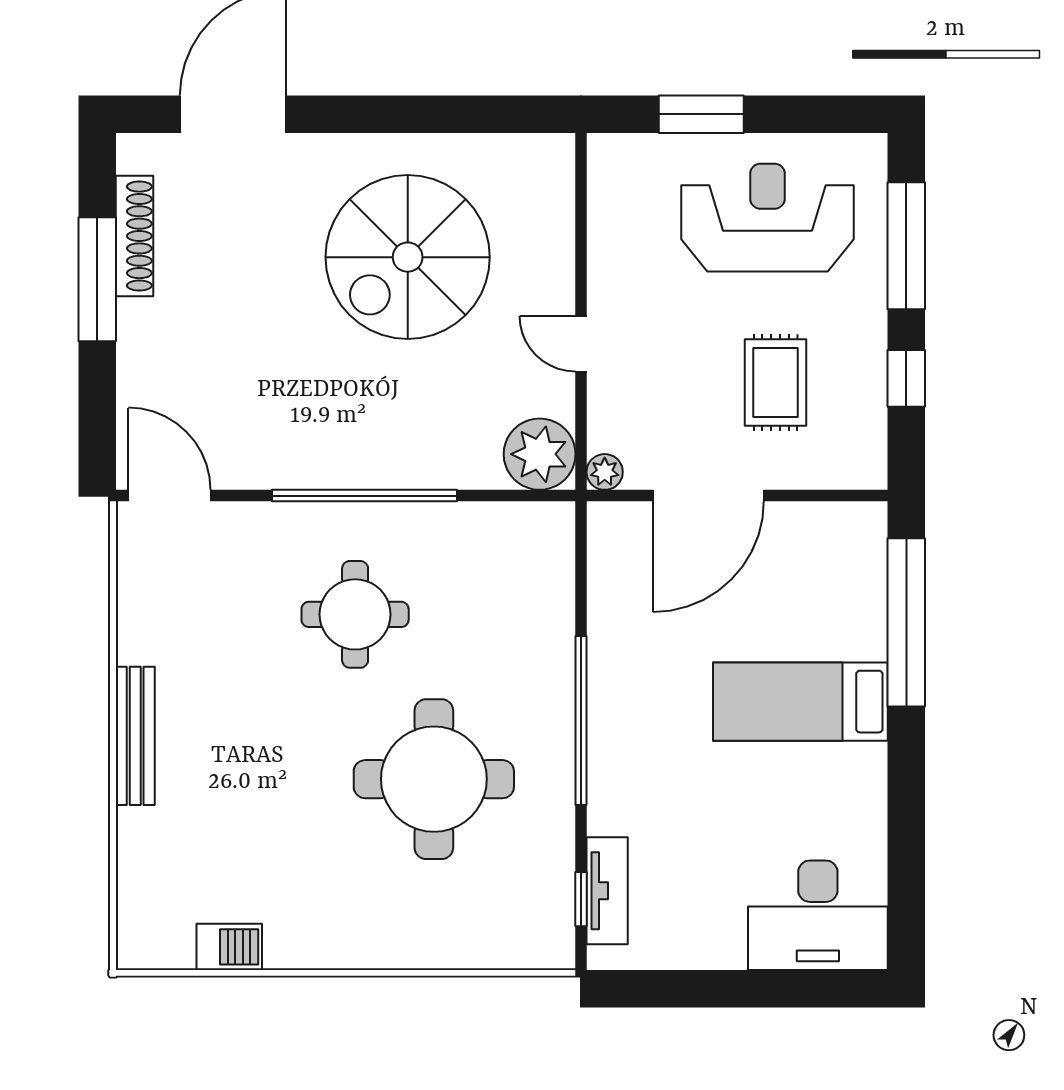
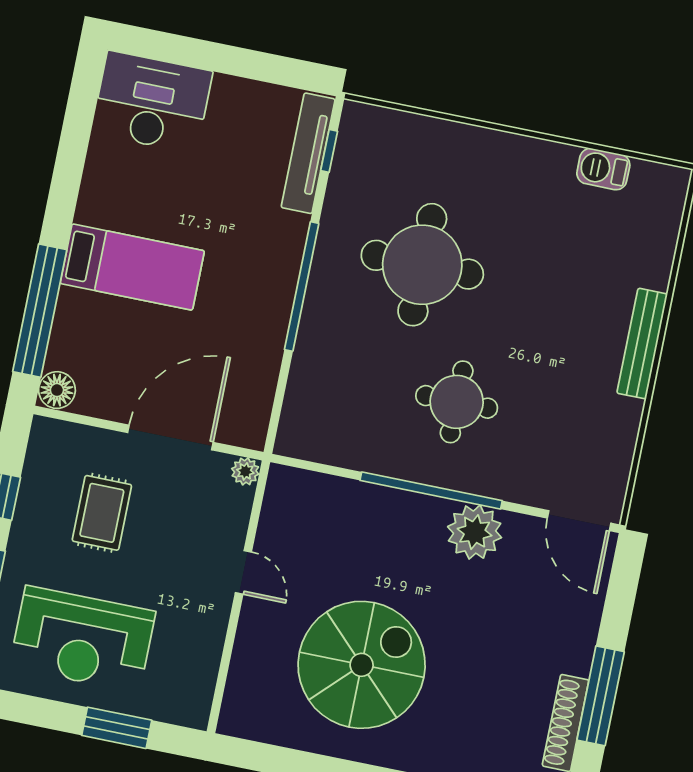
plant: (540, 454) -> (475, 532), moved
floor lamp: (864, 526) -> (57, 390), added
tv unit: (607, 891) -> (308, 153), width x1.41

